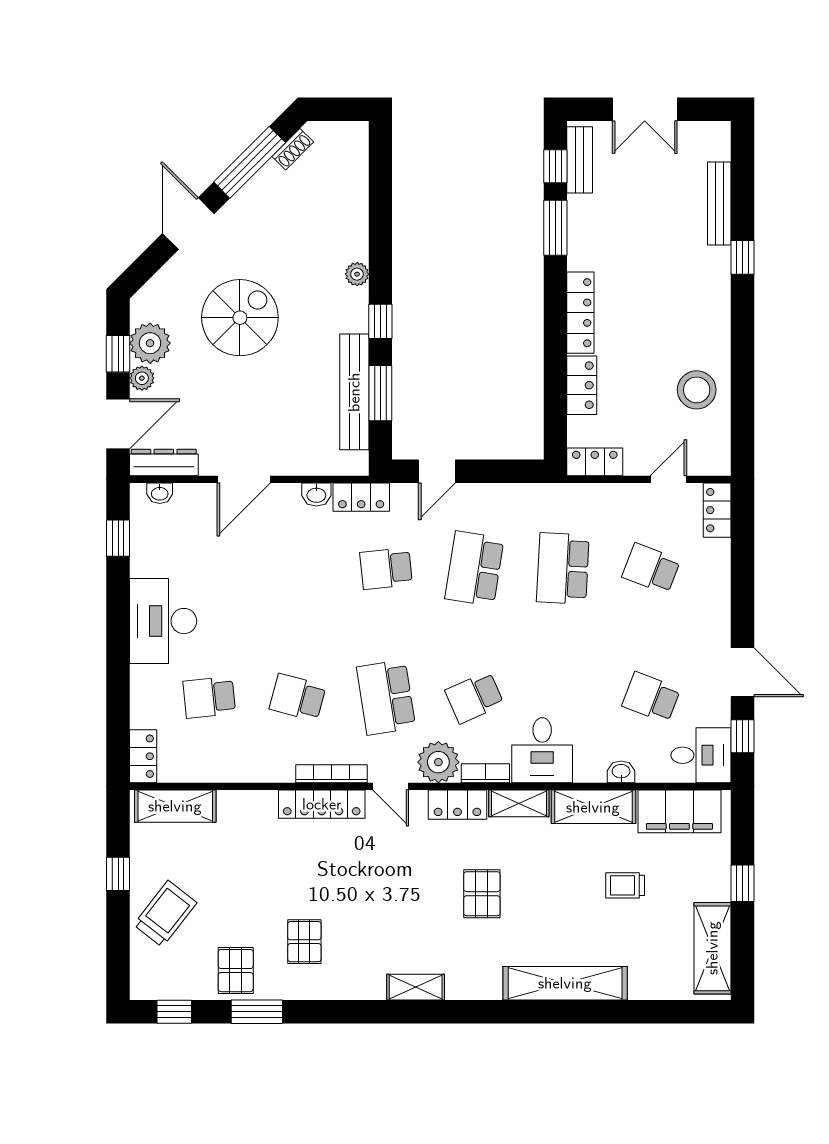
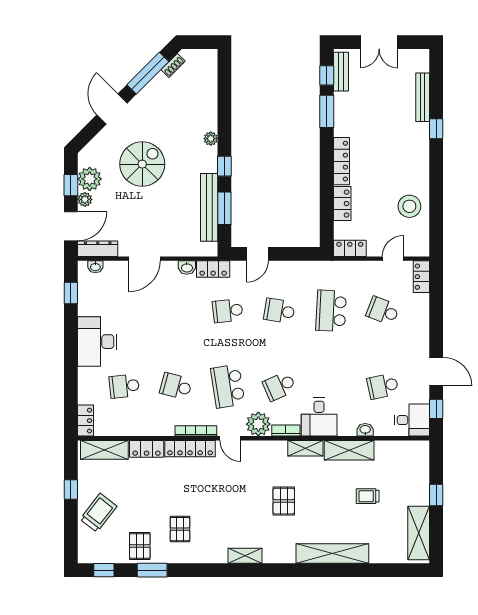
school desk: (474, 568) -> (279, 311), width x0.54
school desk: (651, 697) -> (383, 386), turned -33
locker: (457, 805) -> (147, 449), moved
filing cabinet: (679, 811) -> (399, 453), removed

